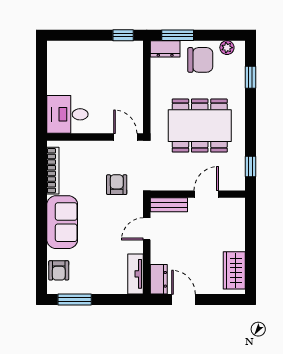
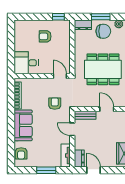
window: (178, 35) -> (101, 17), moved
armchair: (100, 69) -> (45, 36), added
door: (206, 194) -> (107, 109), hinge flipped
door: (147, 229) -> (72, 129), hinge flipped
window: (75, 299) -> (46, 170), moved

